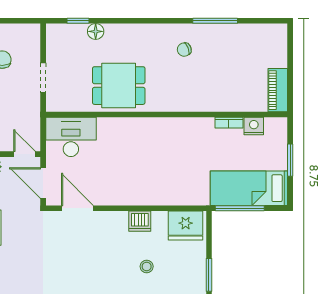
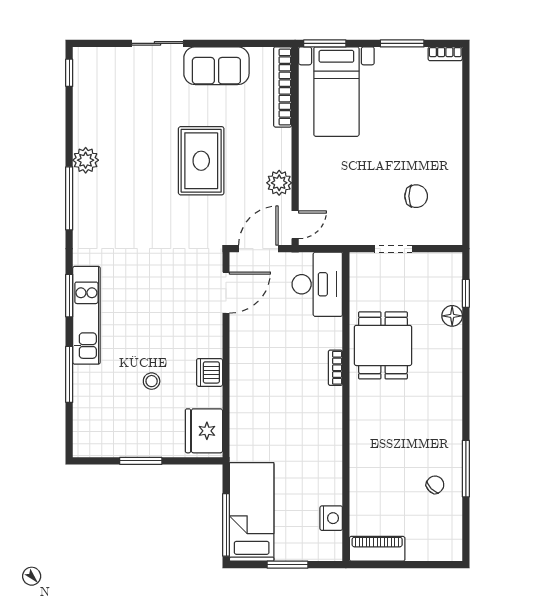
chair: (184, 50) -> (435, 485), moved, turned 66
bookcase: (229, 123) -> (335, 368), moved
window: (240, 208) -> (226, 525), moved

